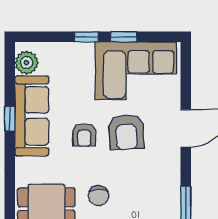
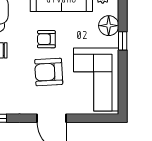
window: (124, 37) -> (123, 70), removed
floor lamp: (67, 55) -> (109, 26), added

